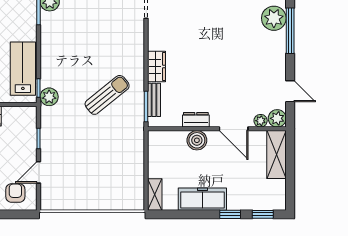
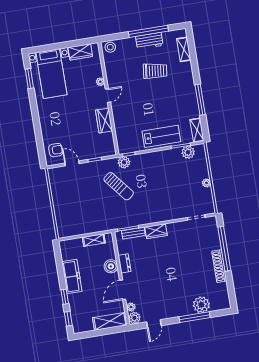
lab bench: (23, 69) -> (161, 136), moved
sun lounger: (107, 95) -> (119, 186), moved
shelving: (155, 194) -> (94, 240), moved

